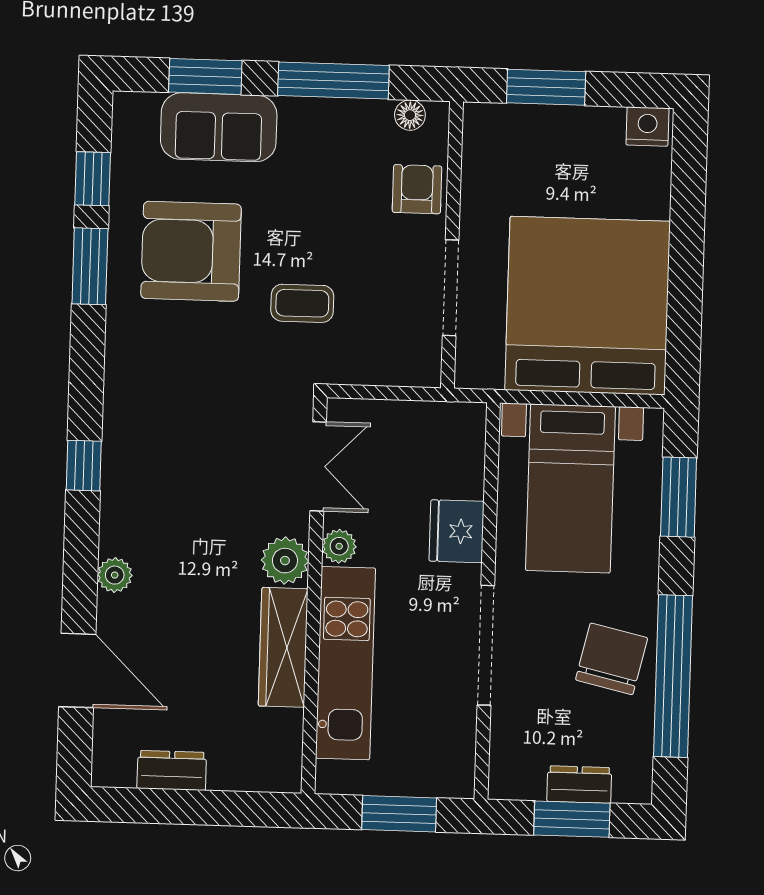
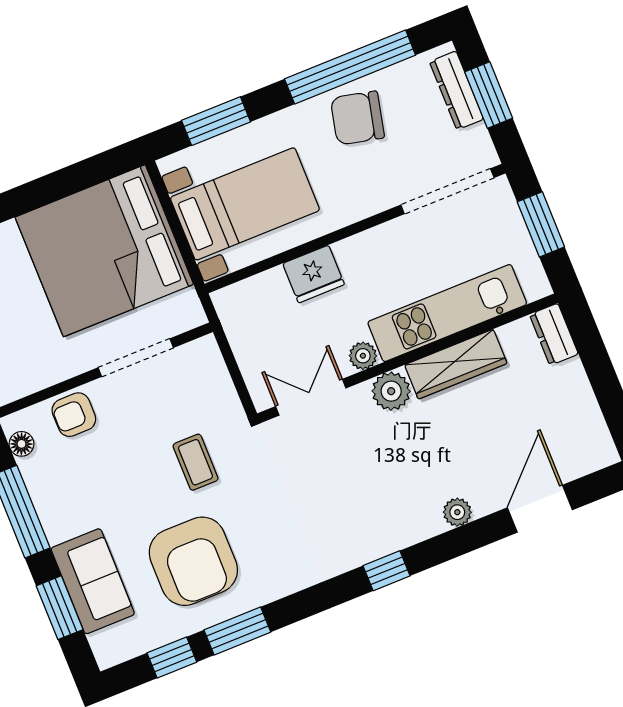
doorway: (486, 645) -> (447, 191), moved
dresser: (172, 770) -> (554, 334), moved
dresser: (579, 785) -> (456, 90), width x1.44

